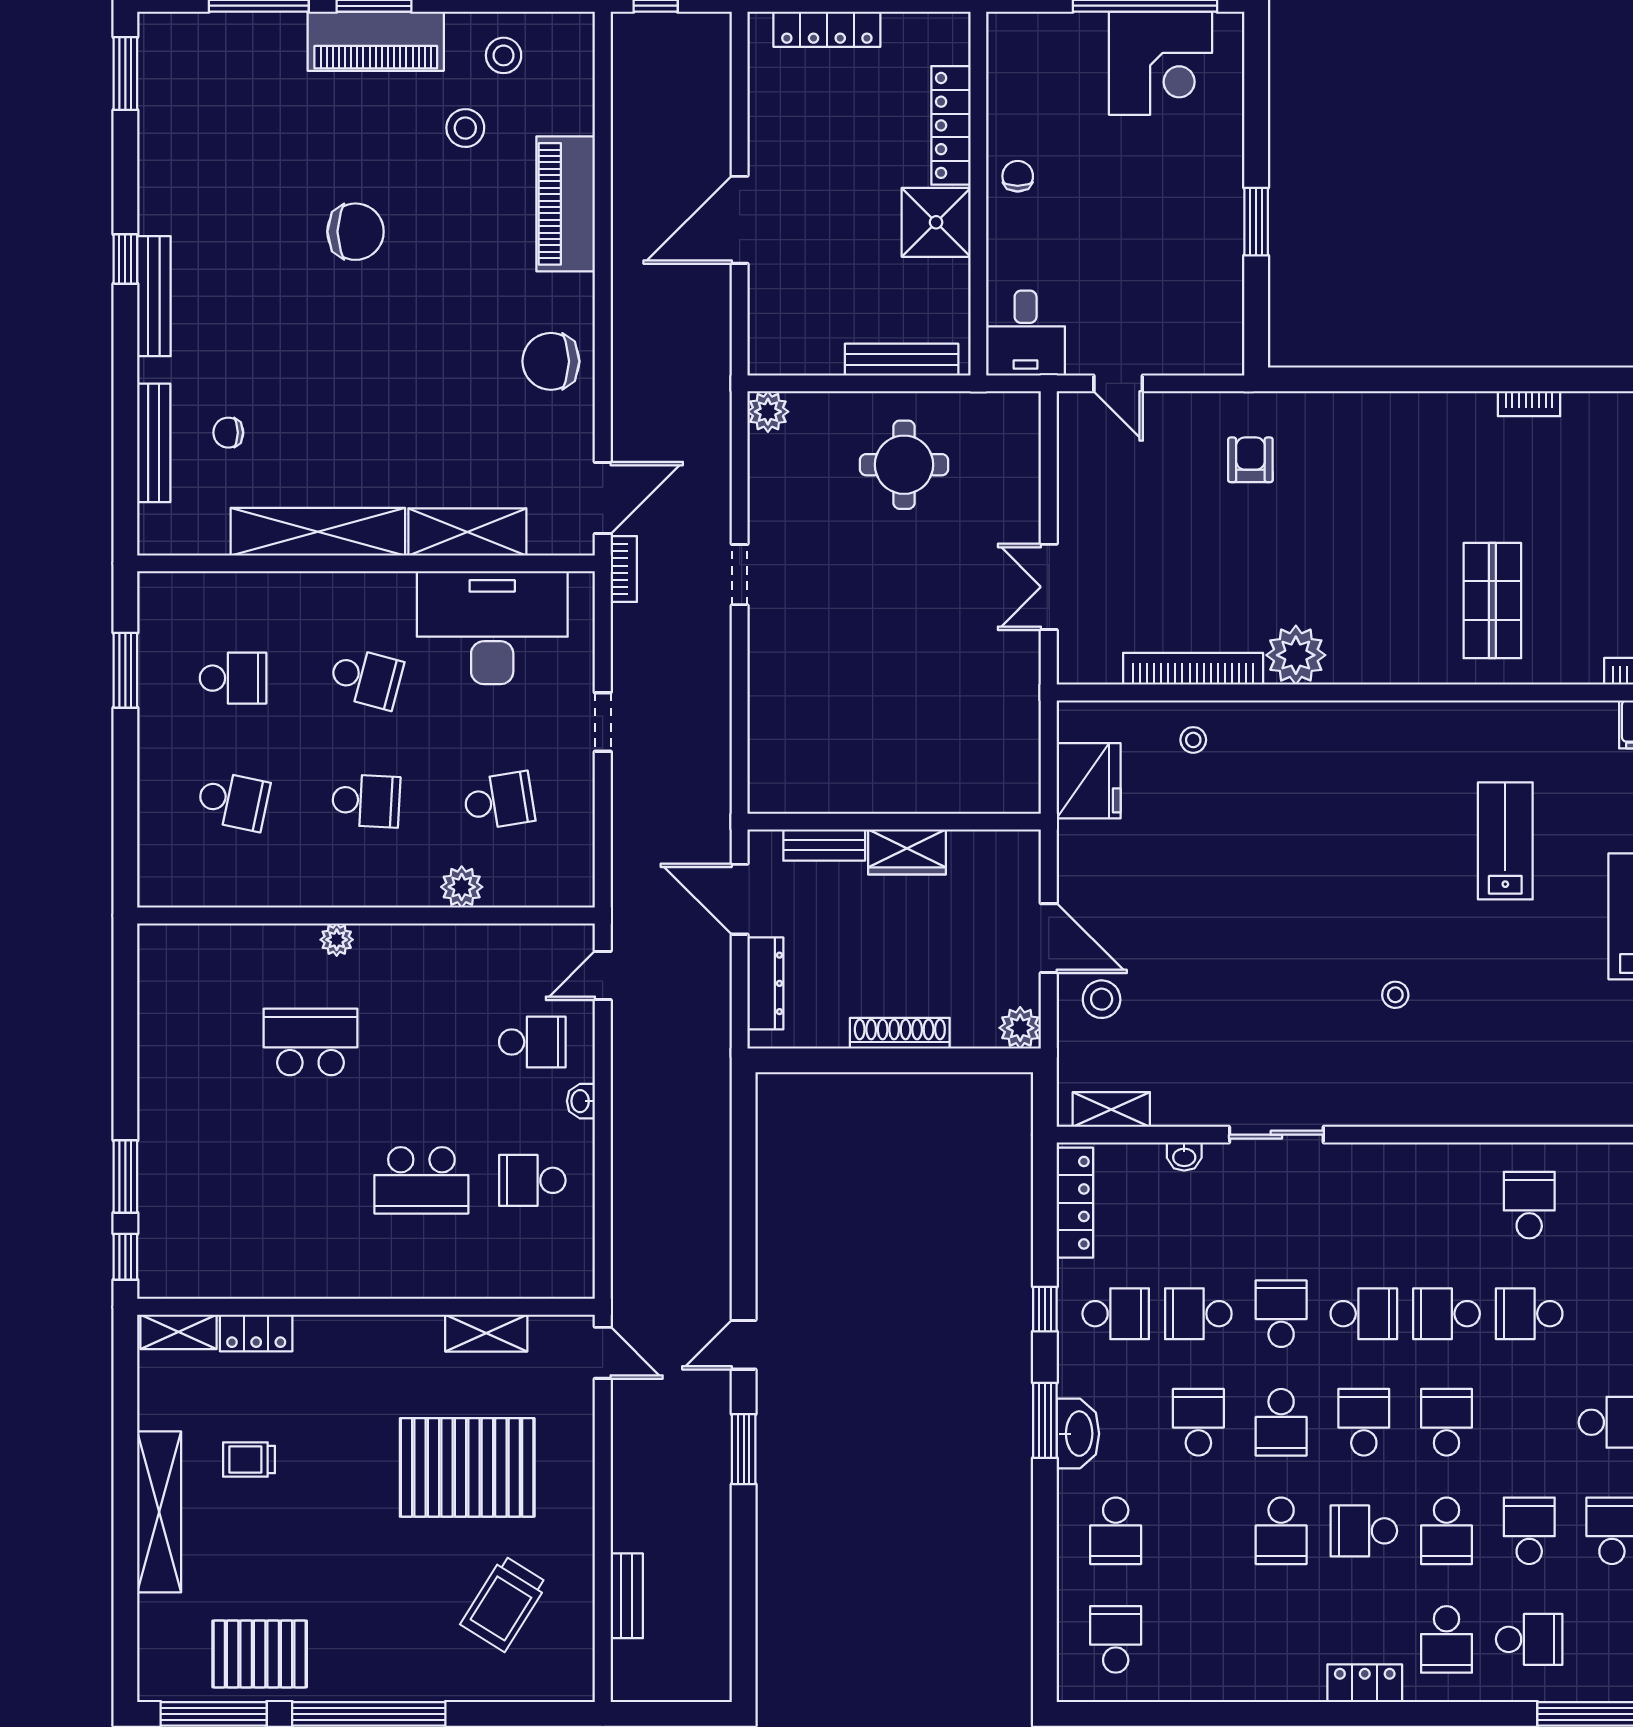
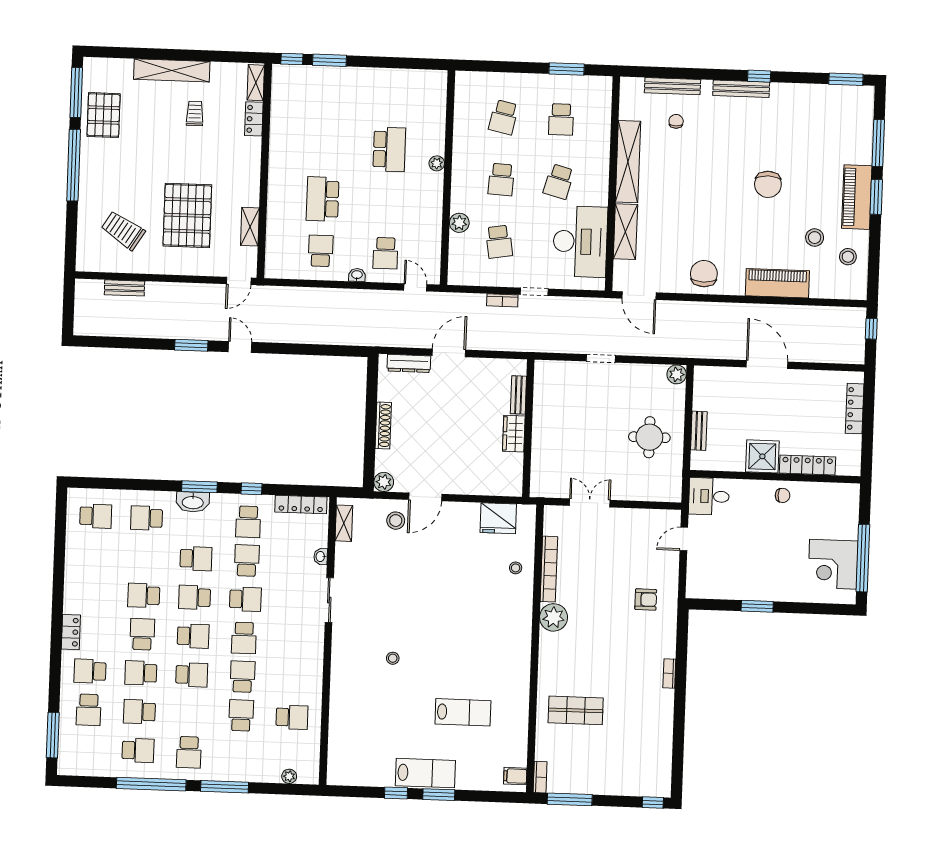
bench: (902, 360) -> (699, 431), width x0.73
bookcase: (1529, 404) -> (669, 673), moved
bookcase: (624, 569) -> (502, 300), moved
wall: (894, 822) -> (528, 428), moved
bench: (824, 845) -> (518, 395), moved
wardrobe: (907, 852) -> (514, 434), moved
school desk: (1529, 1531) -> (139, 712), turned 180

